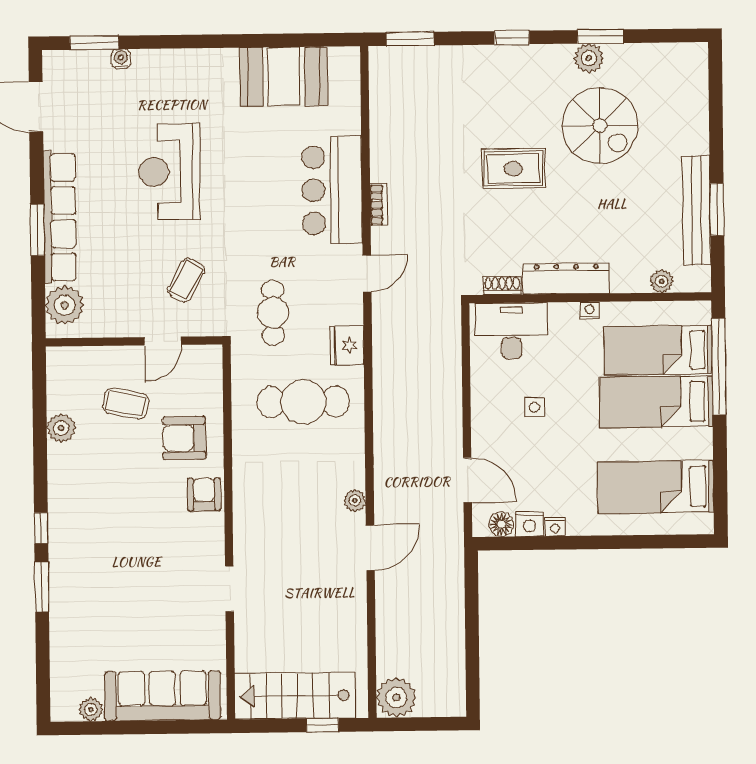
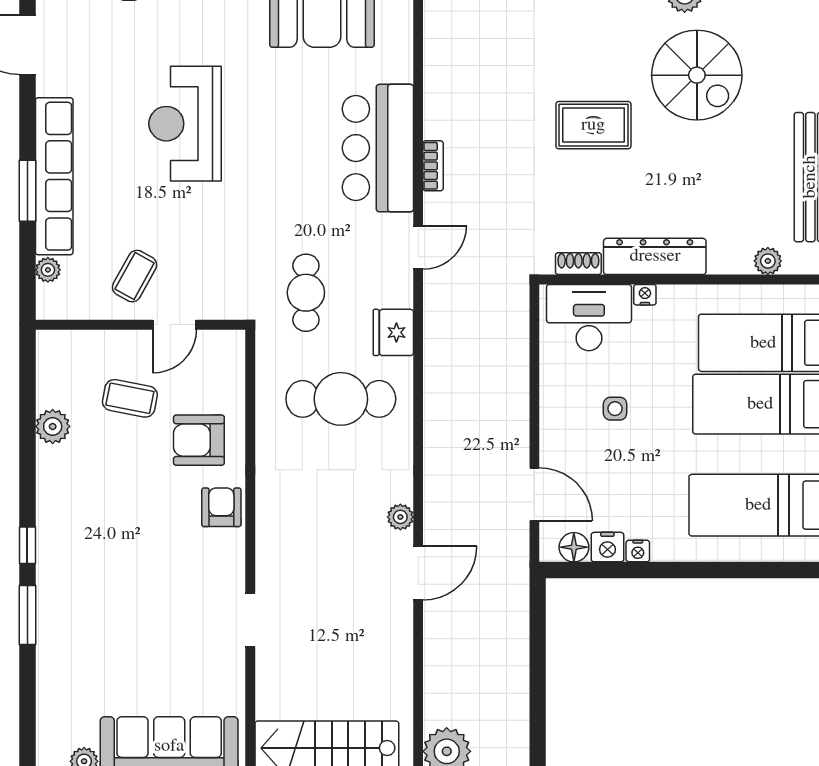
coffee table: (186, 280) -> (135, 276), moved
plant: (65, 305) -> (48, 270), width x0.53, depth x0.53
nightstand: (590, 311) -> (645, 295), moved

